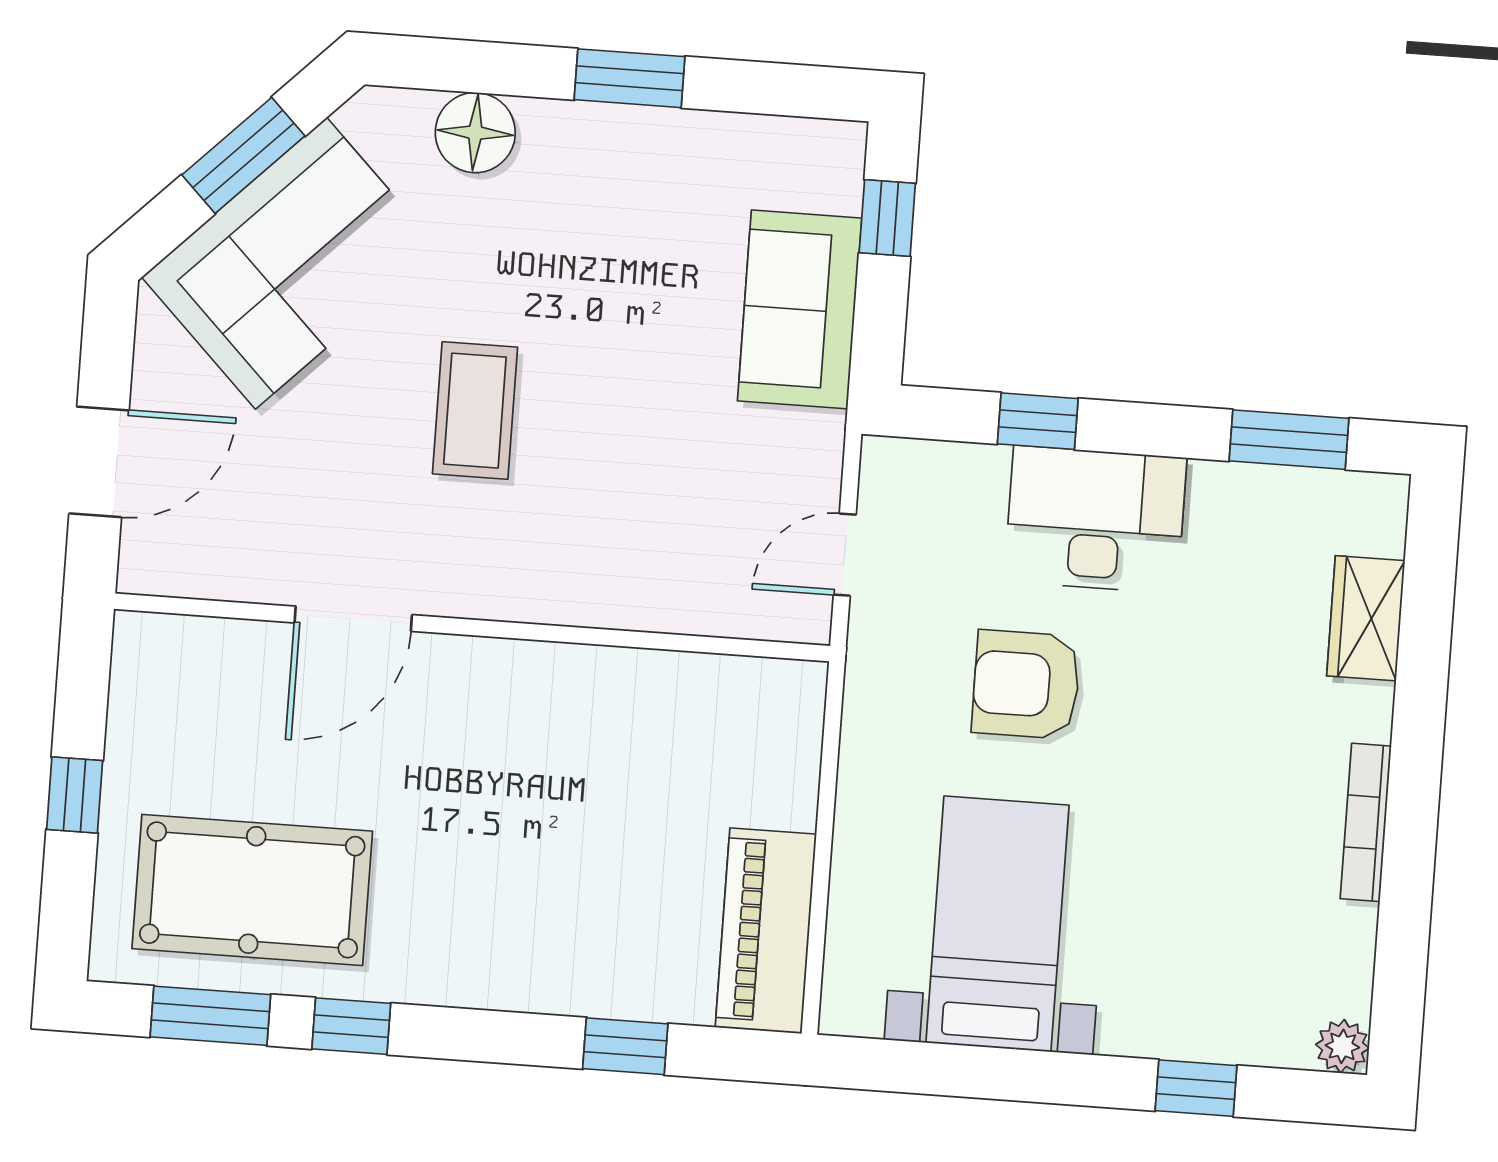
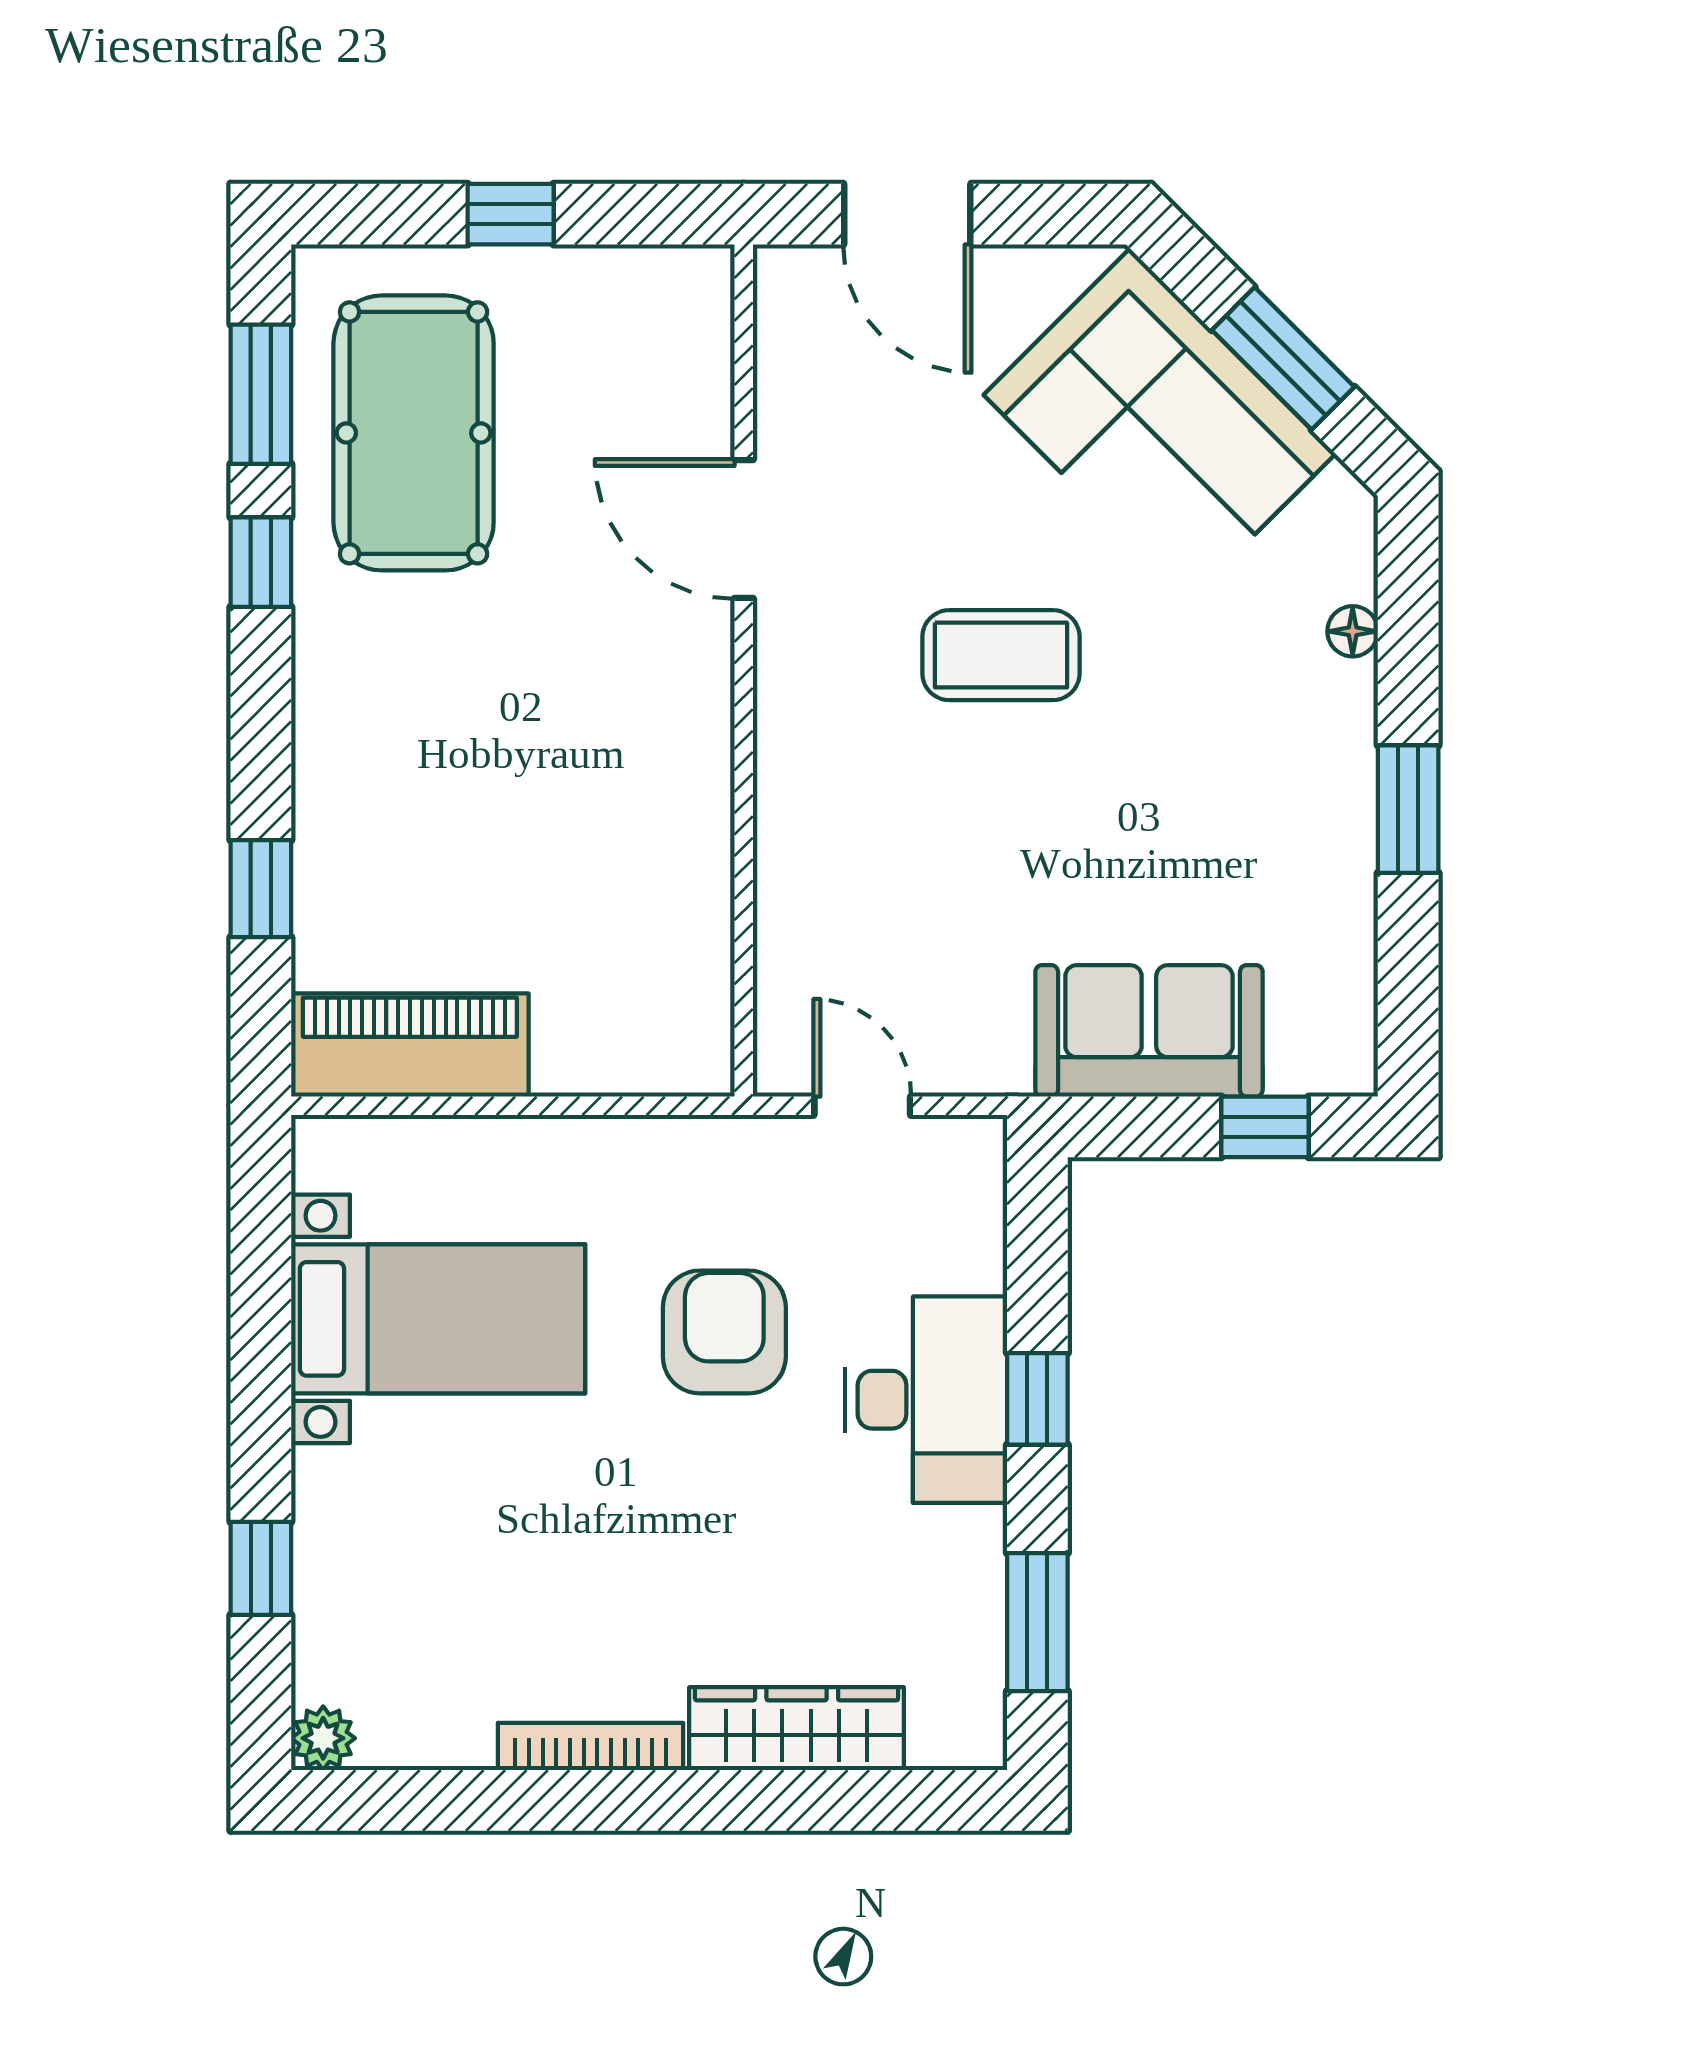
floor lamp: (475, 133) -> (1353, 631), width x0.53, depth x0.53
window: (1038, 421) -> (1037, 1399), moved
wardrobe: (1366, 618) -> (797, 1729), width x1.50

